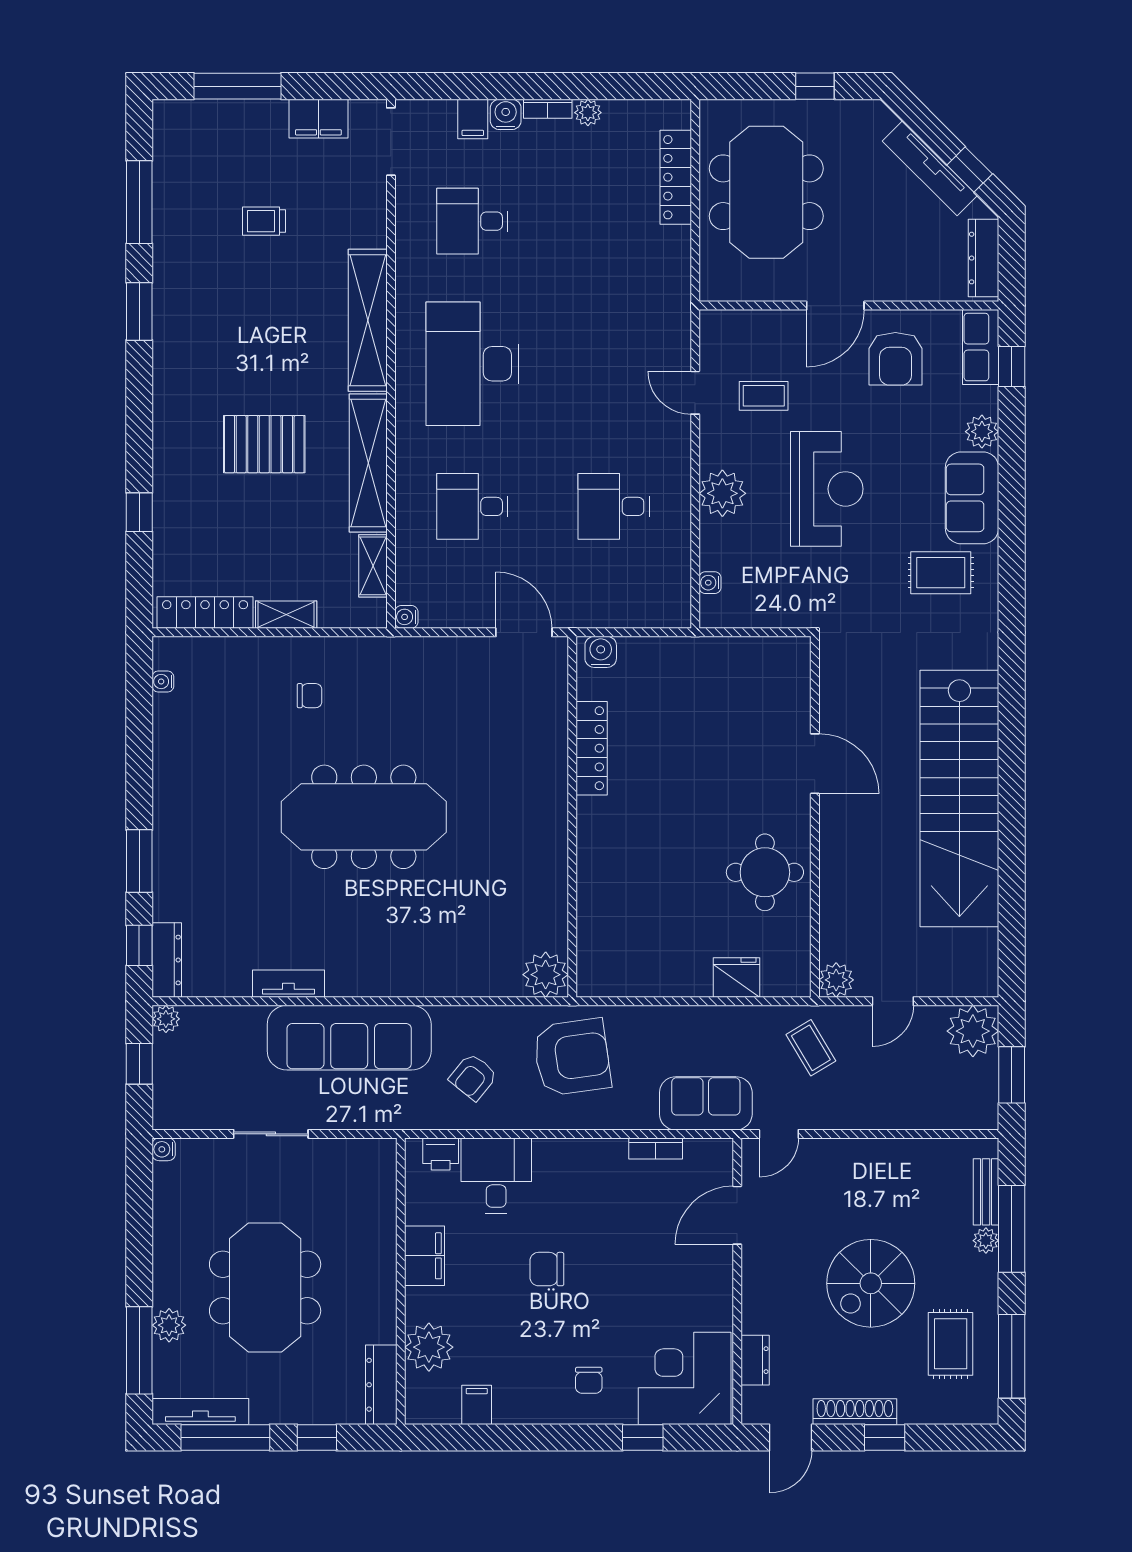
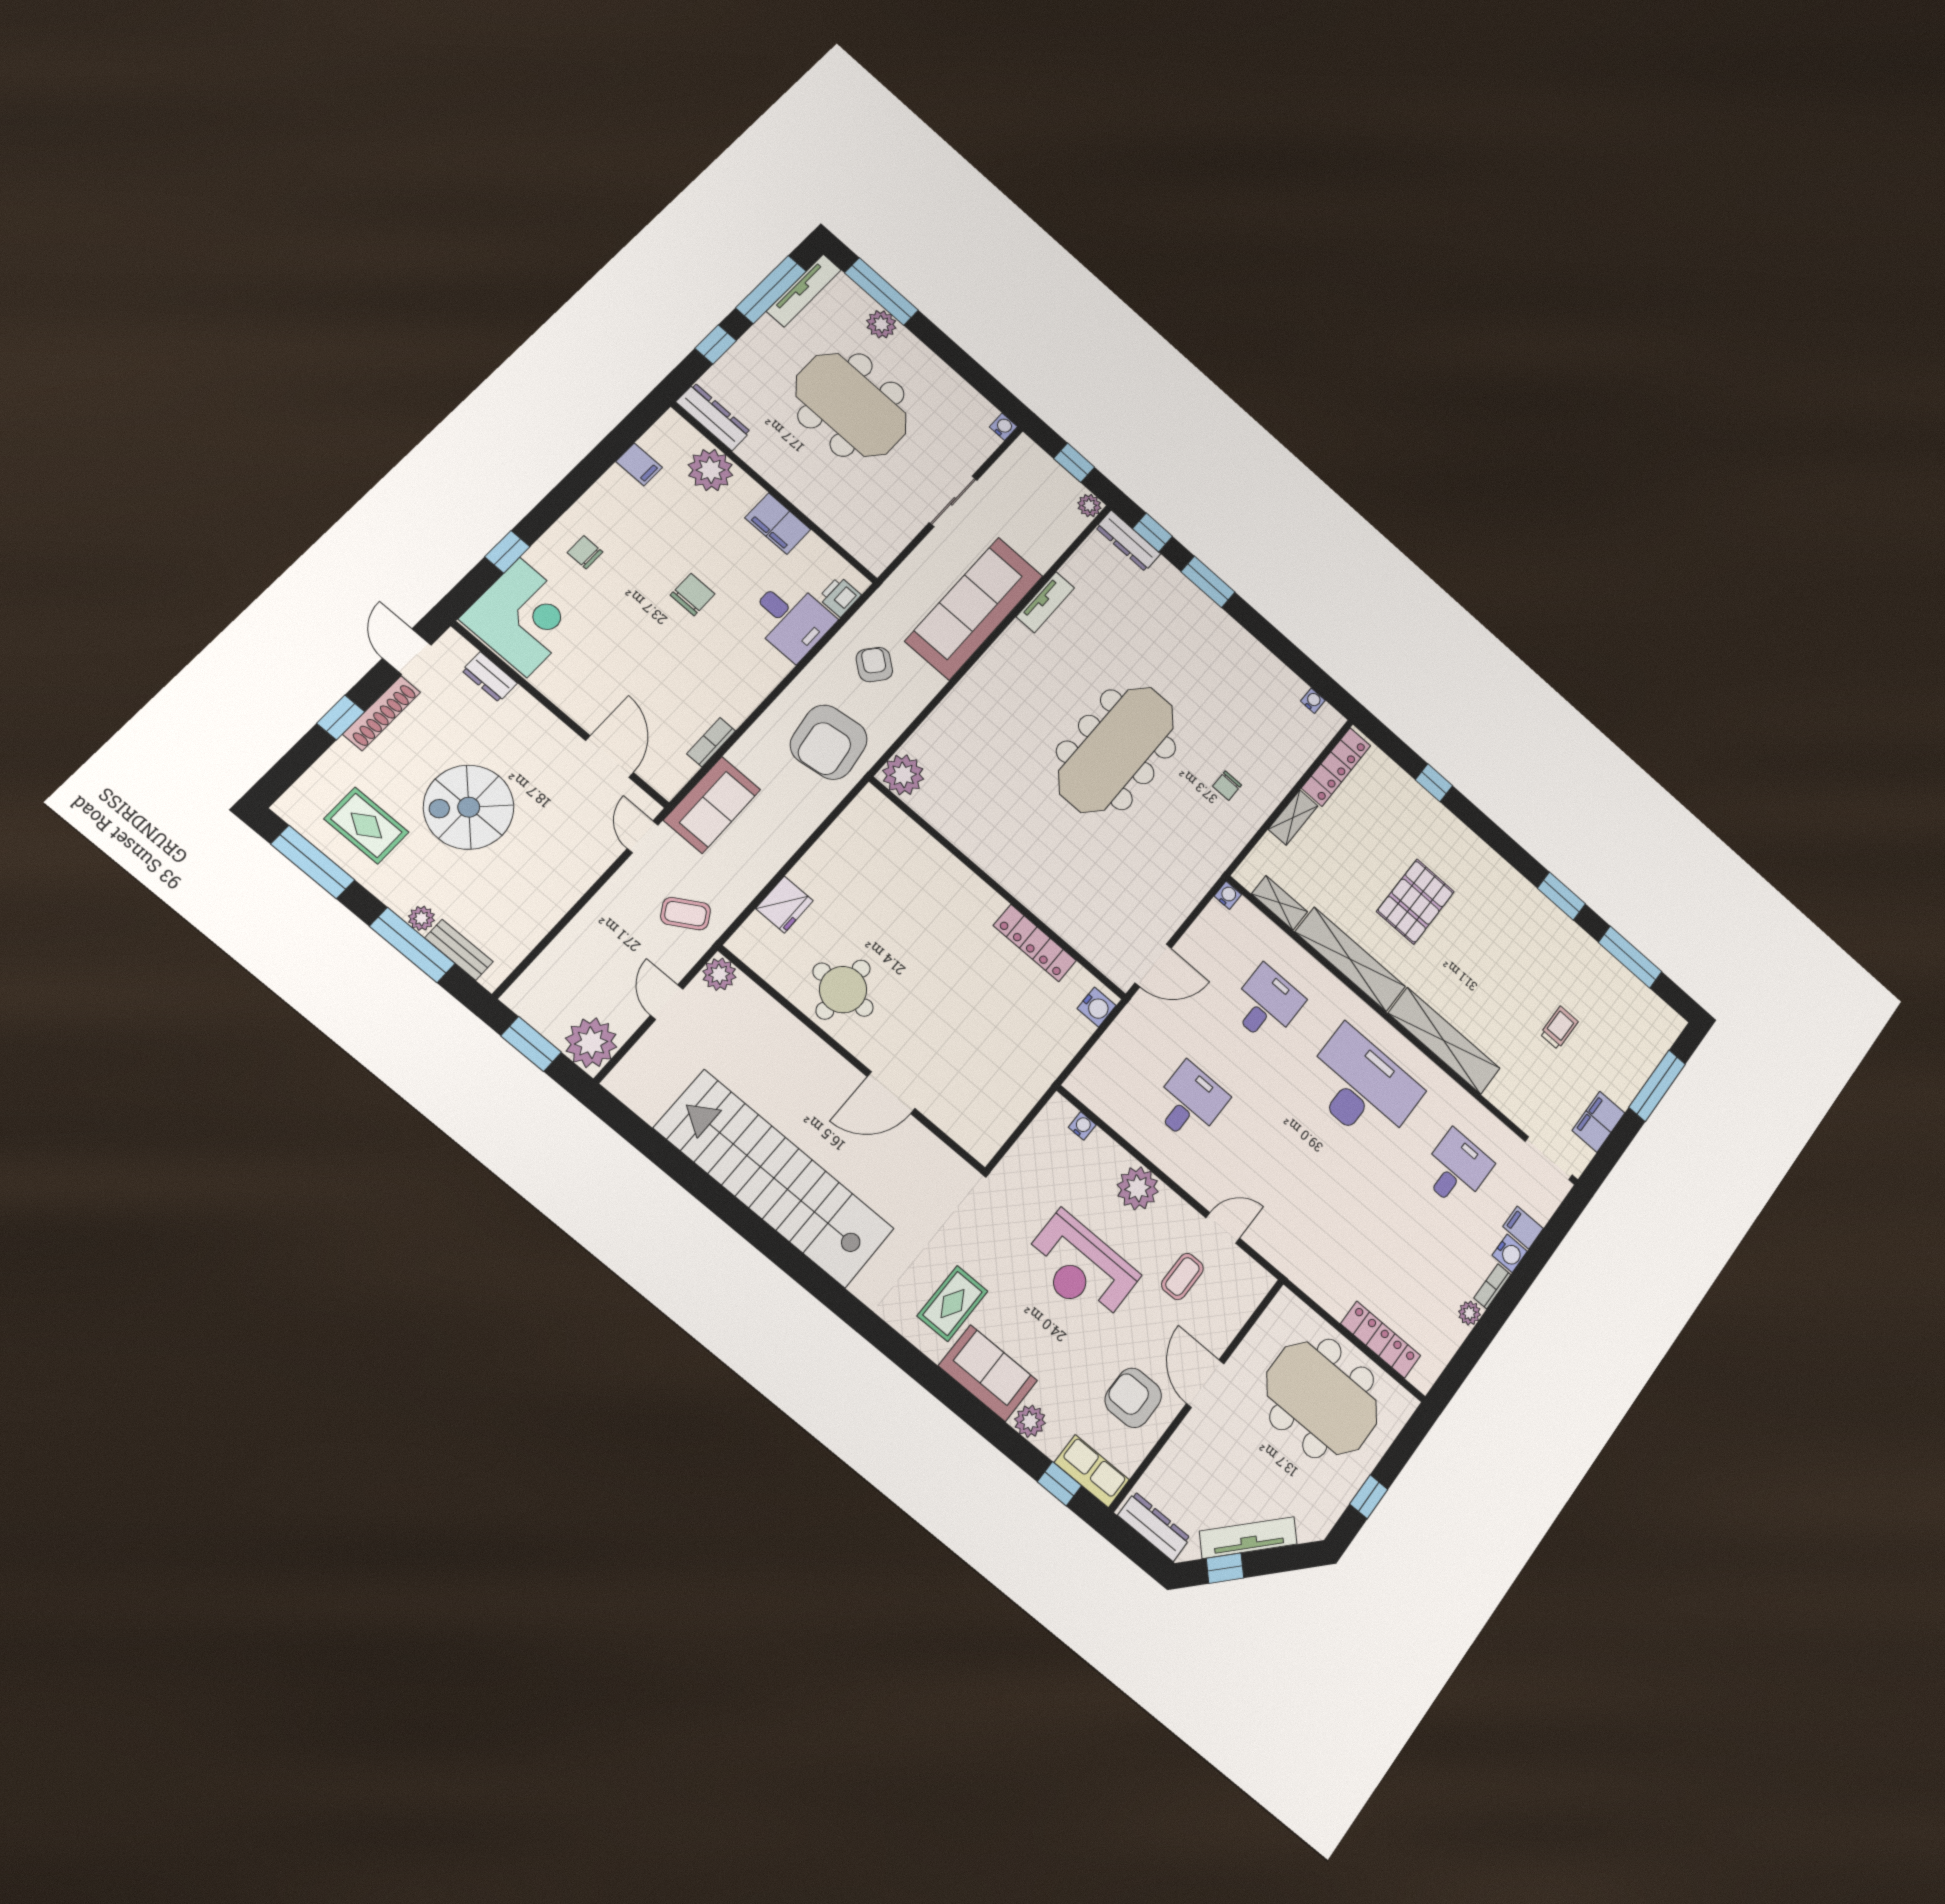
spiral stairs: (871, 1283) -> (469, 807), turned -90

